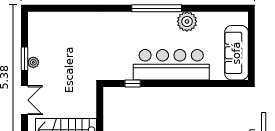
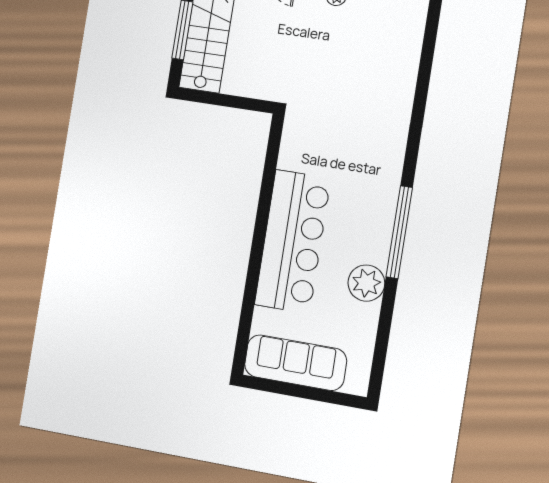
window: (133, 84) -> (270, 167), removed

